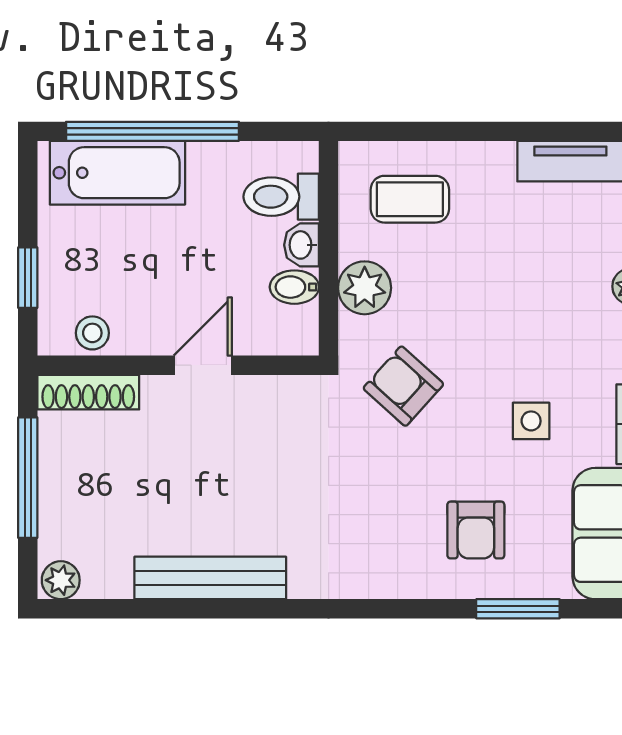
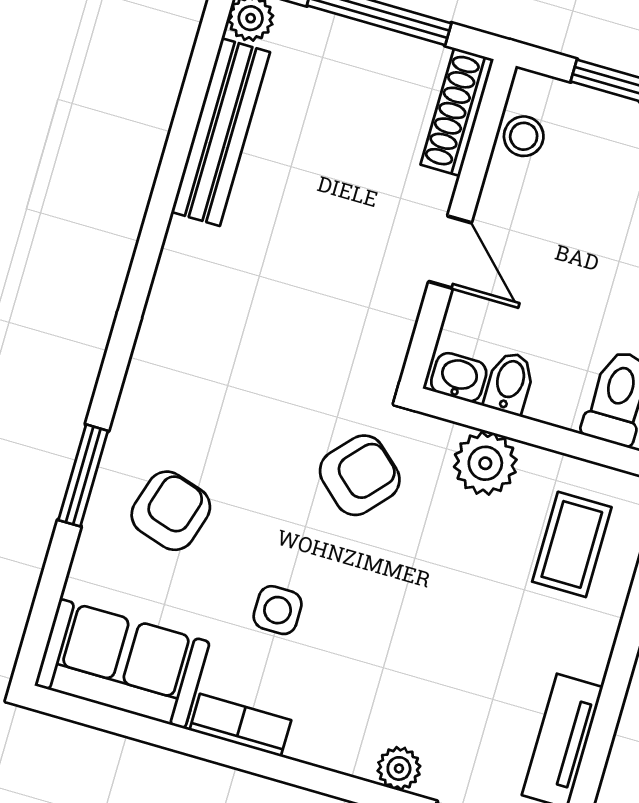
washbasin: (302, 245) -> (459, 377), moved
armchair: (476, 530) -> (171, 511), turned 107
bench: (210, 578) -> (221, 132), moved
window: (518, 609) -> (83, 475), moved

